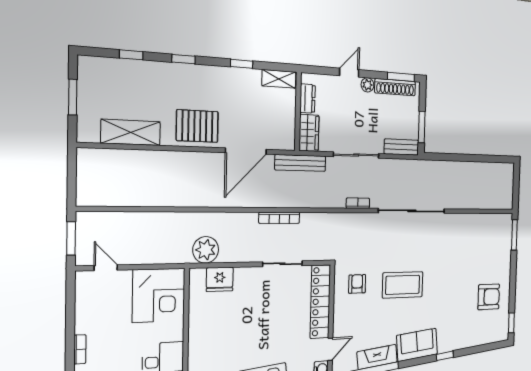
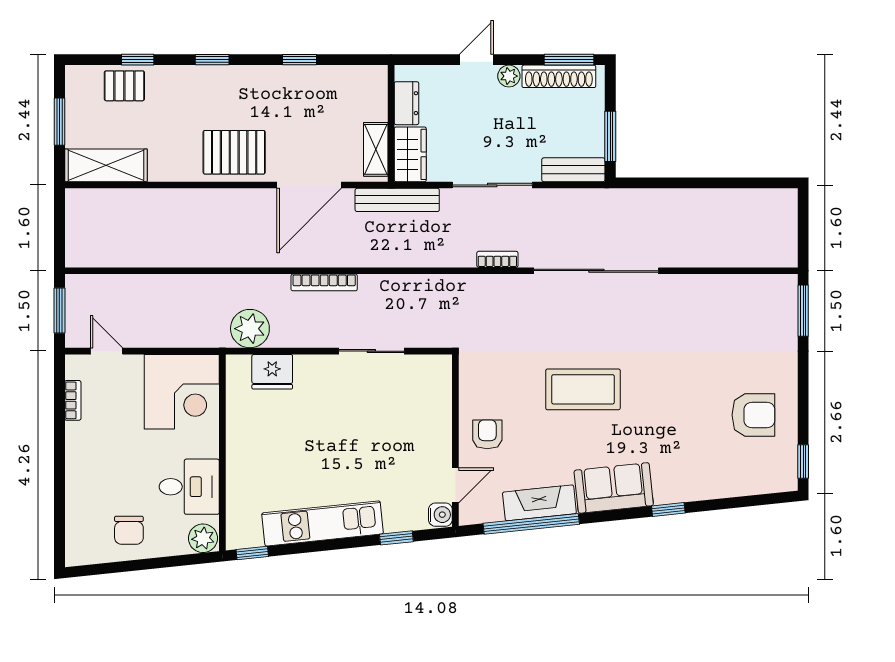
pallet: (121, 73) -> (124, 86), added
shelving: (279, 79) -> (376, 149), moved, turned 90
shelving: (131, 132) -> (106, 165), moved
bookcase: (279, 218) -> (324, 282), moved
armchair: (357, 284) -> (487, 434), moved
locker: (320, 302) -> (436, 411), removed
bookcase: (80, 349) -> (73, 400), moved

